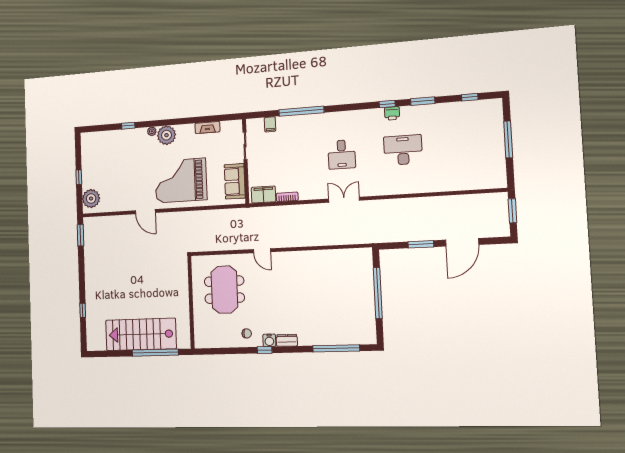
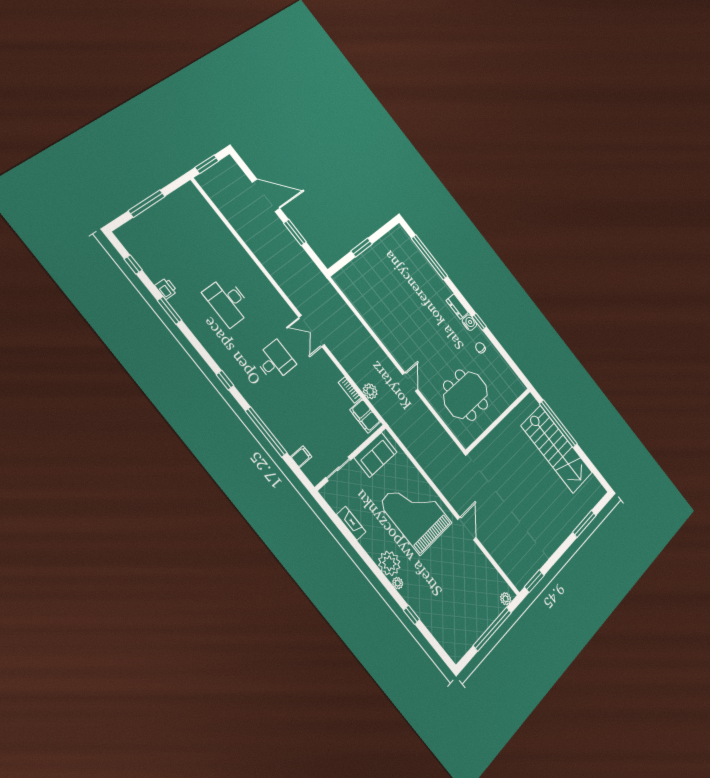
window: (387, 104) -> (225, 380), moved
printer: (392, 113) -> (166, 289), moved
window: (79, 177) -> (492, 629), width x3.17
grand piano: (181, 181) -> (416, 513), turned 180
plant: (91, 199) -> (506, 599), width x0.53, depth x0.53
plant: (276, 212) -> (370, 391), added
window: (378, 293) -> (362, 247), width x0.47
window: (83, 310) -> (584, 524), width x2.17

